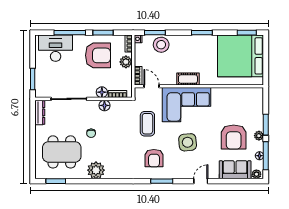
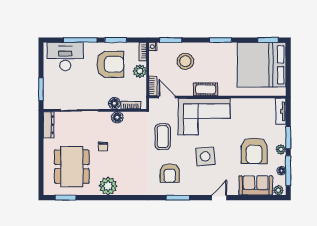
stool: (161, 45) -> (185, 61), moved
tv unit: (259, 100) -> (281, 111), added
dining table: (62, 152) -> (72, 167), turned 90

